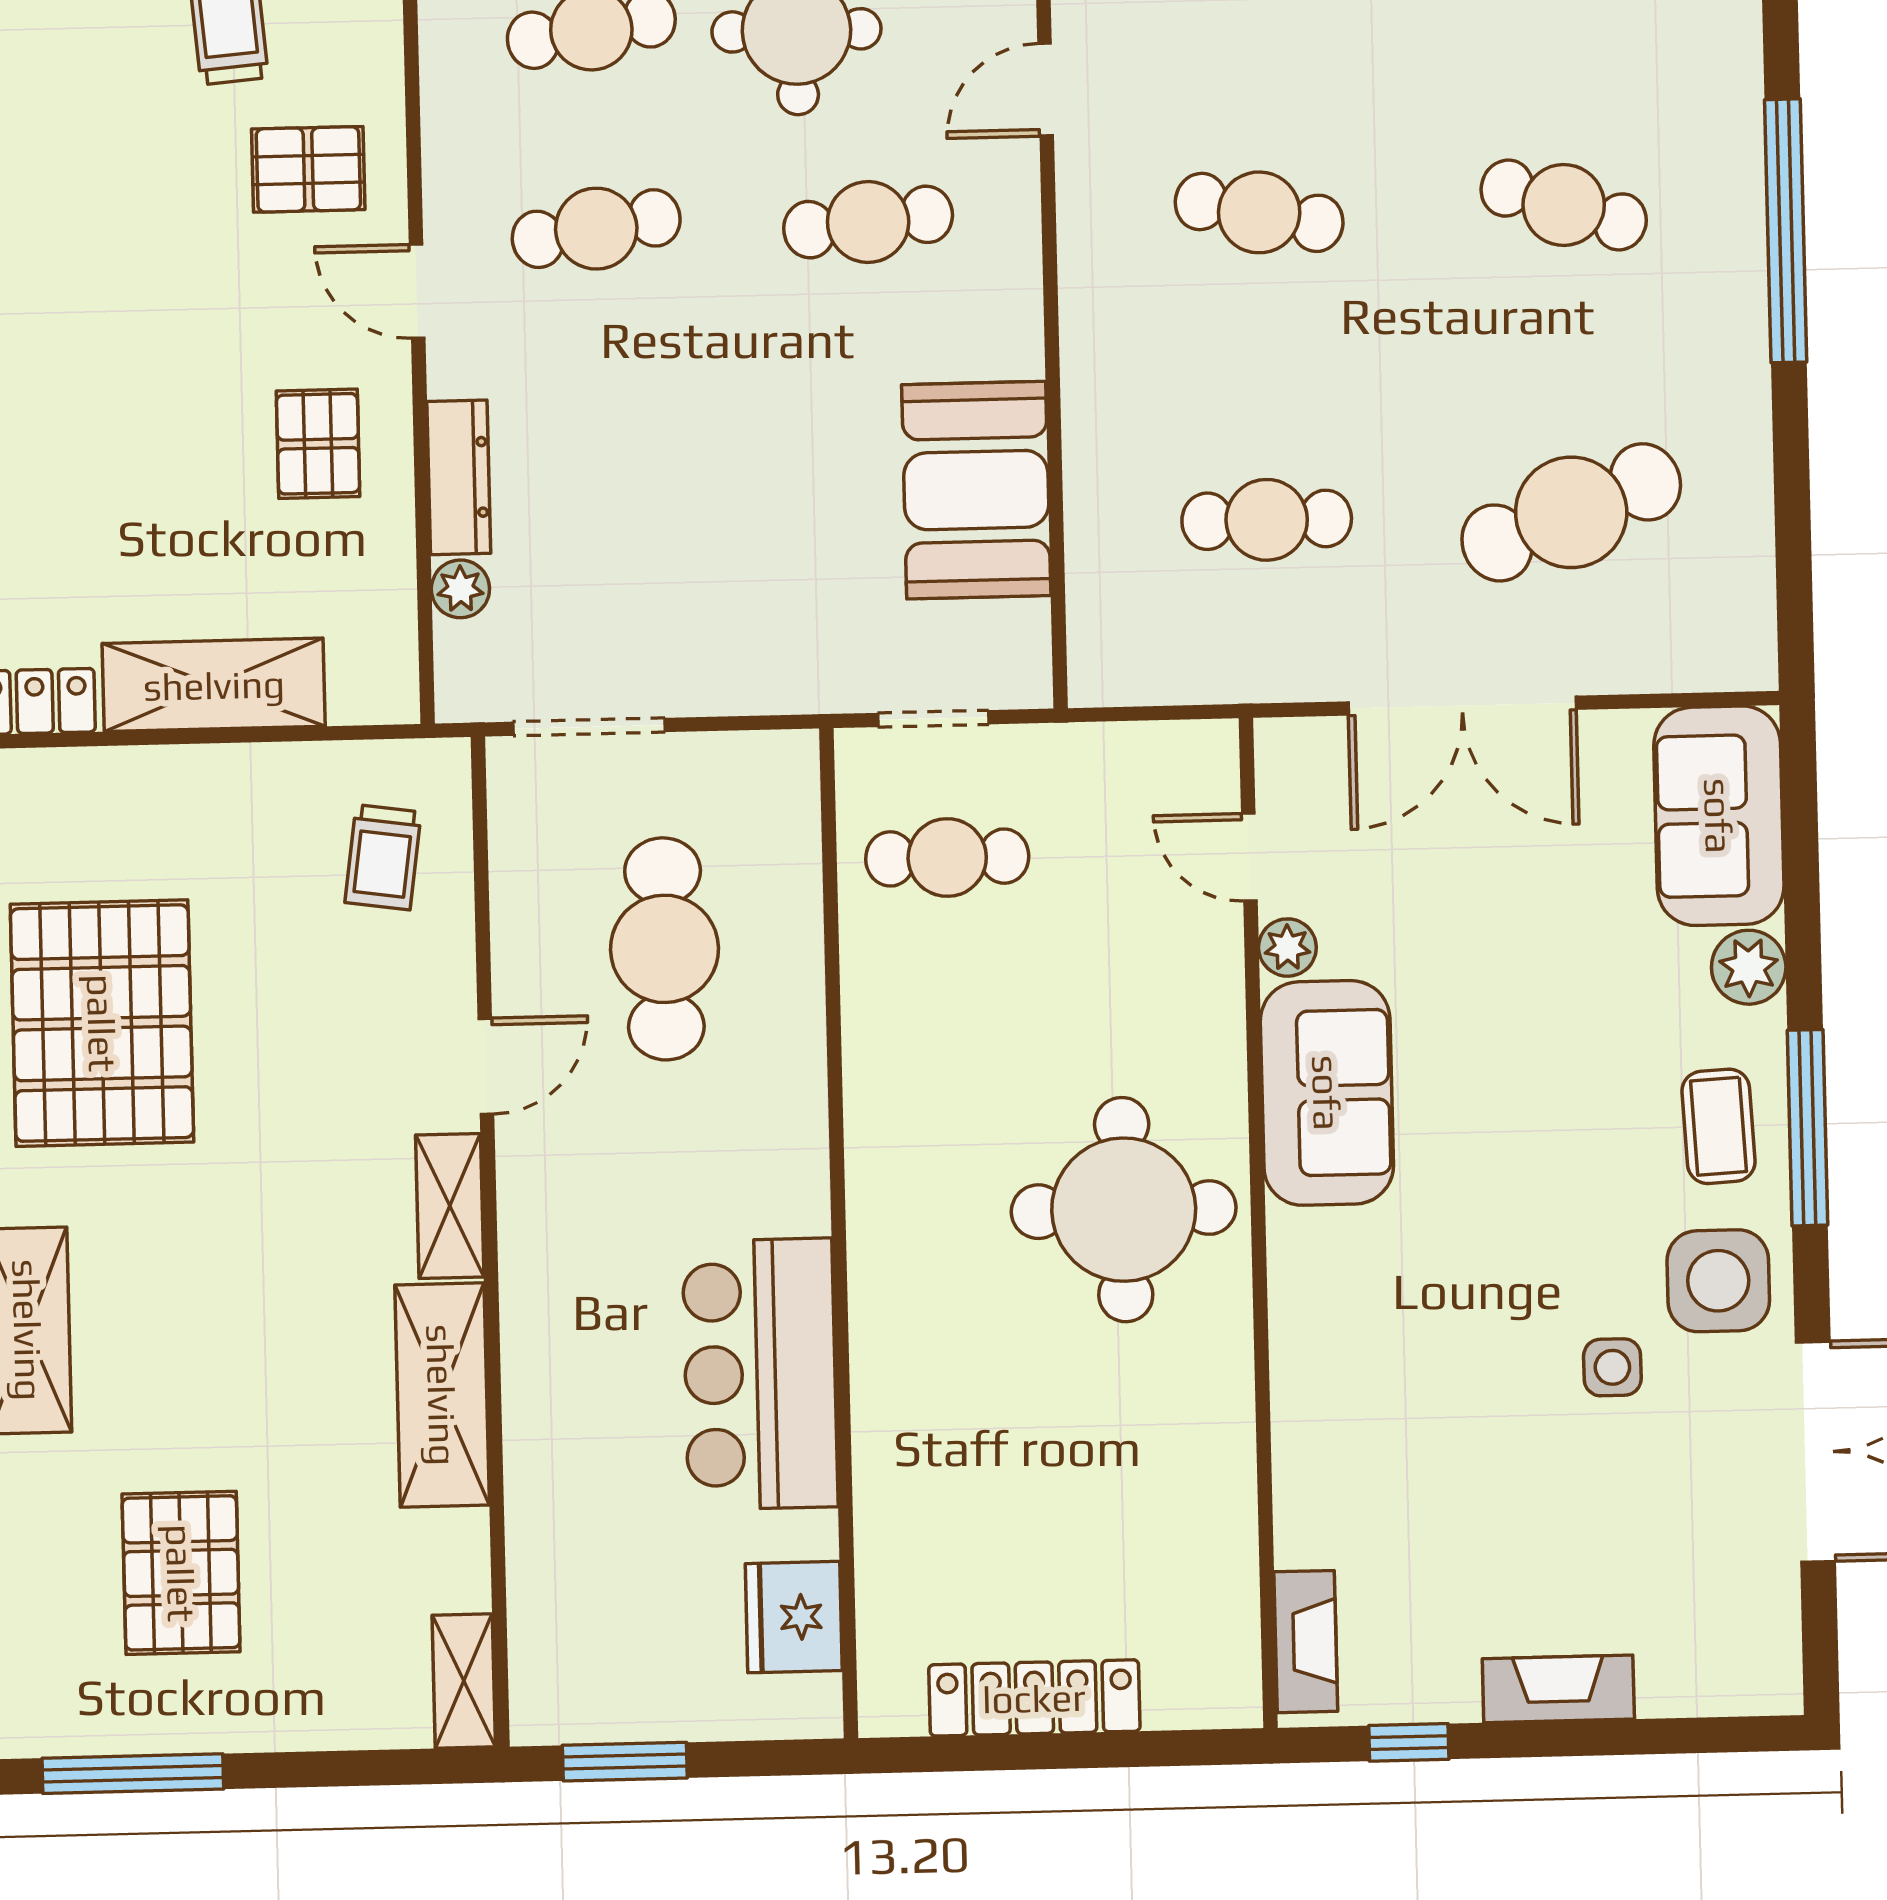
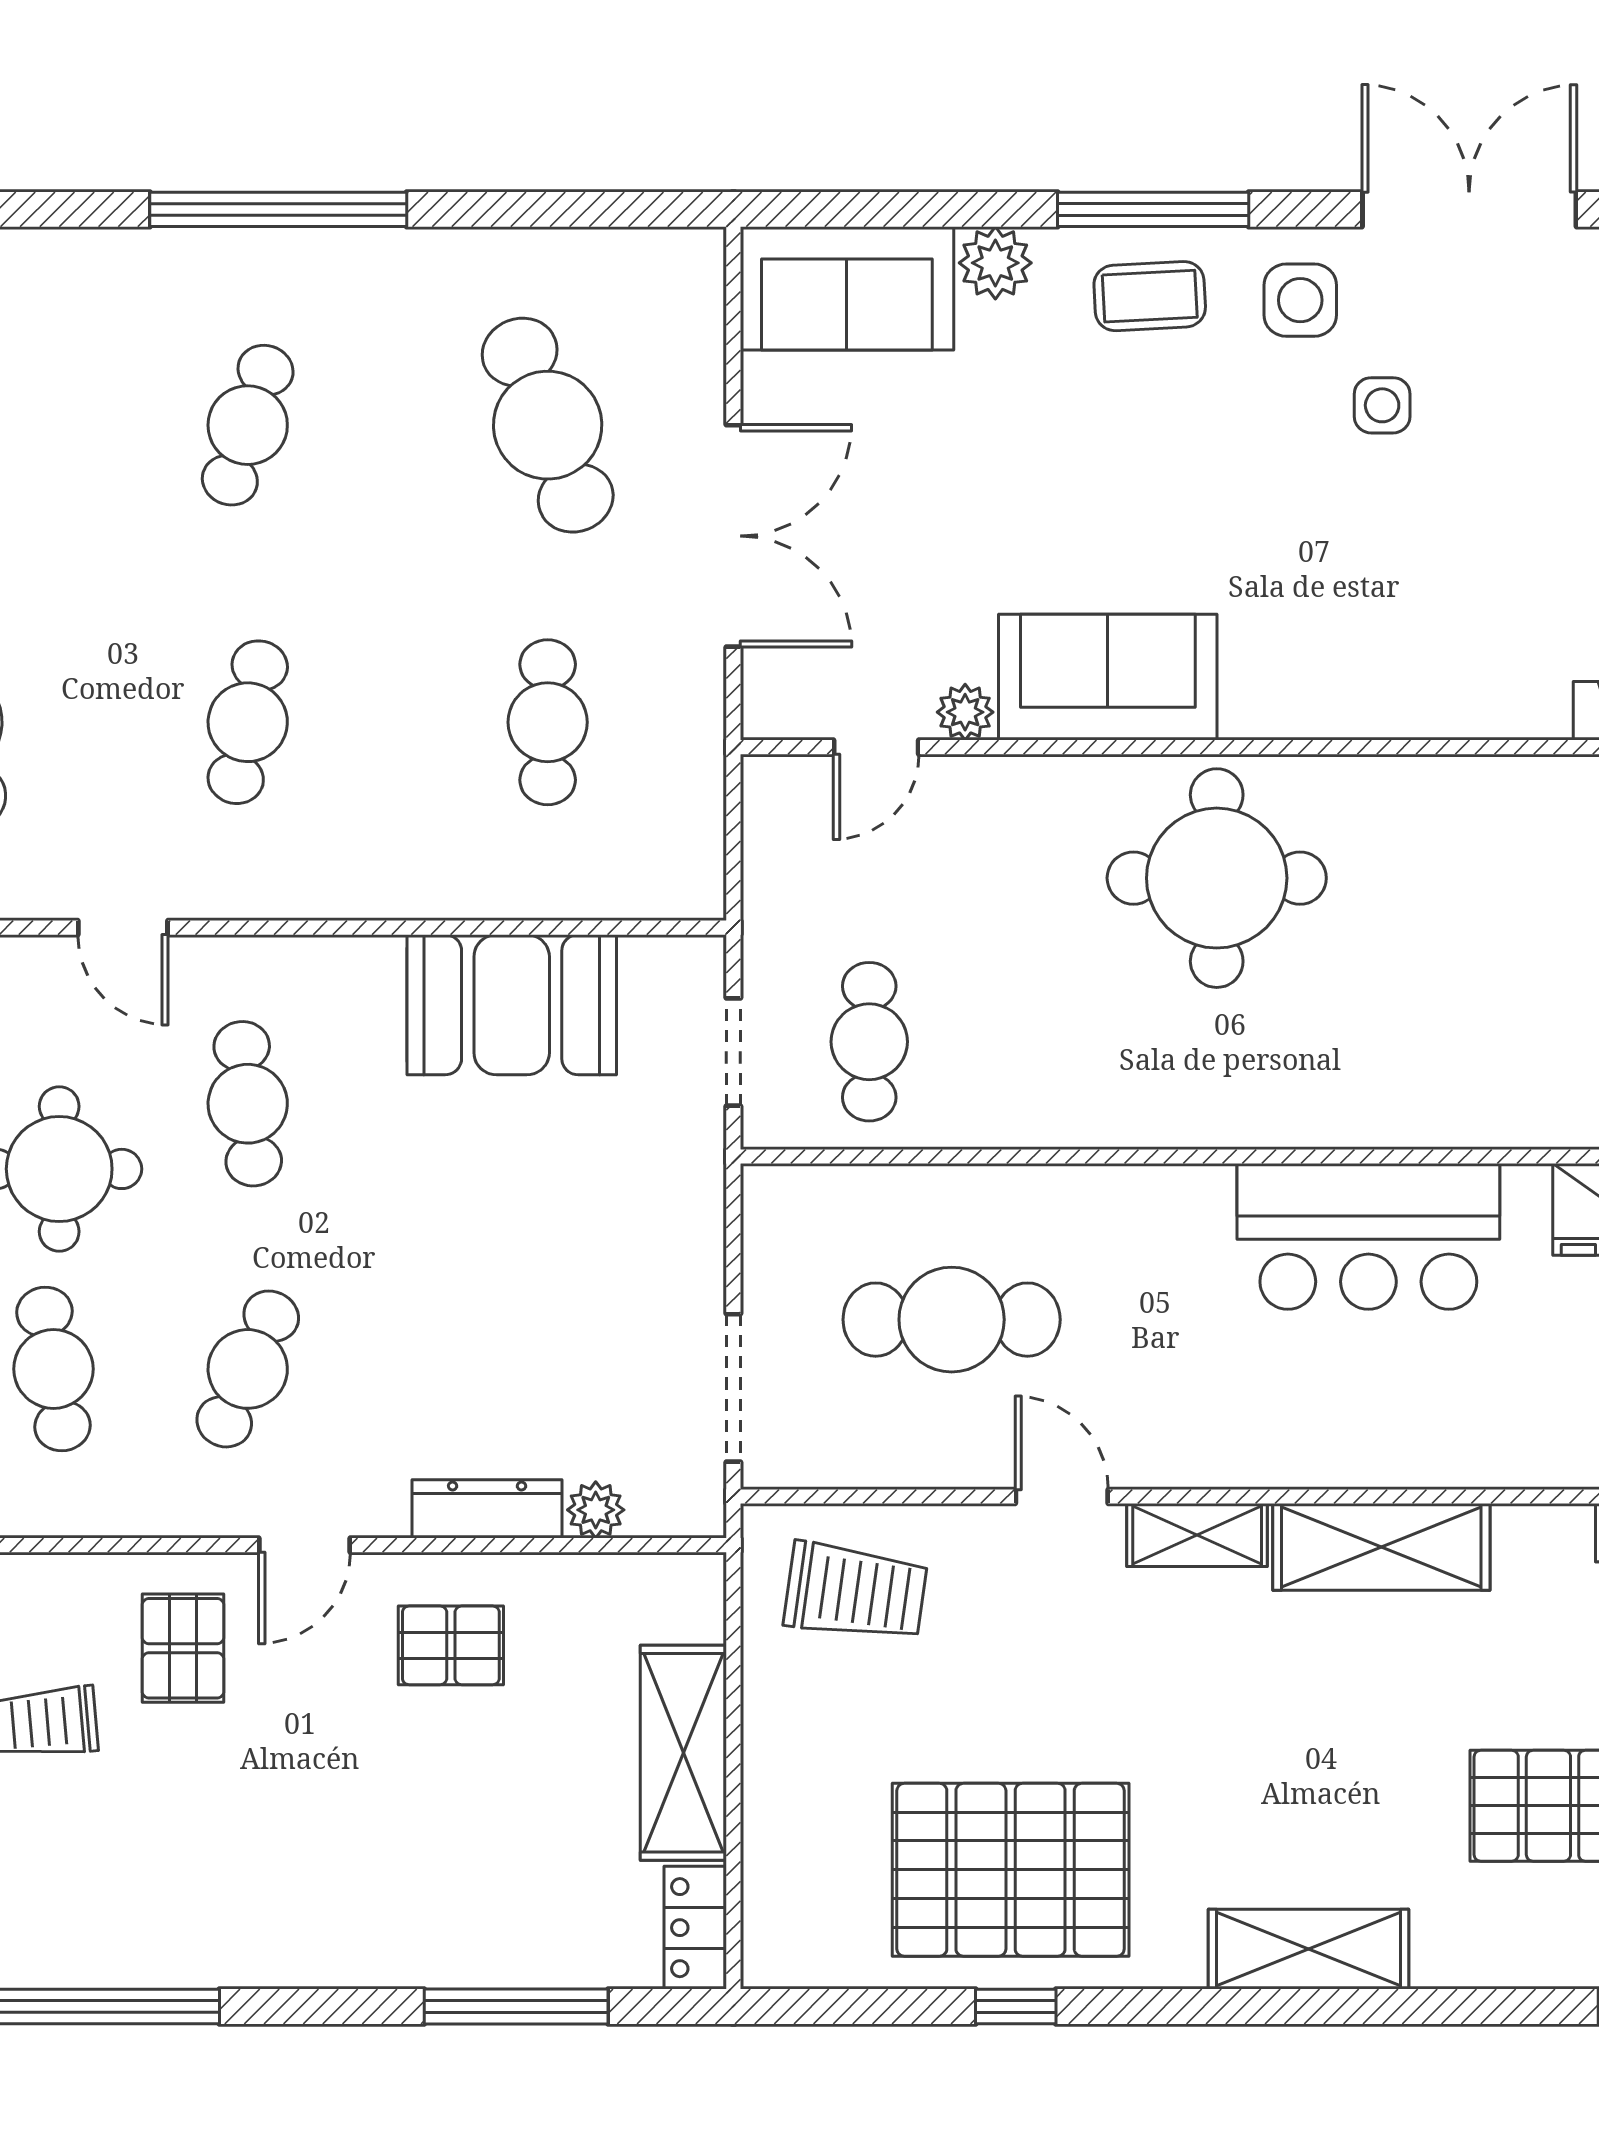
cafe table: (596, 229) -> (248, 1369), turned 33
trolley: (383, 857) -> (856, 1592), width x1.36, depth x1.39
side table: (1718, 1281) -> (1300, 300), width x0.73, depth x0.73

